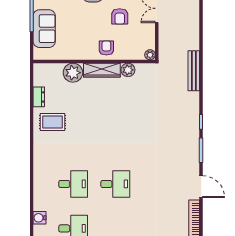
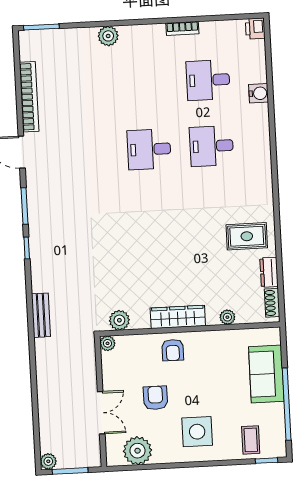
plant: (128, 70) -> (119, 320), moved
bench: (194, 71) -> (41, 315), width x0.73
plant: (73, 73) -> (227, 317), width x0.53, depth x0.53
shoe rack: (38, 76) -> (272, 303), added

